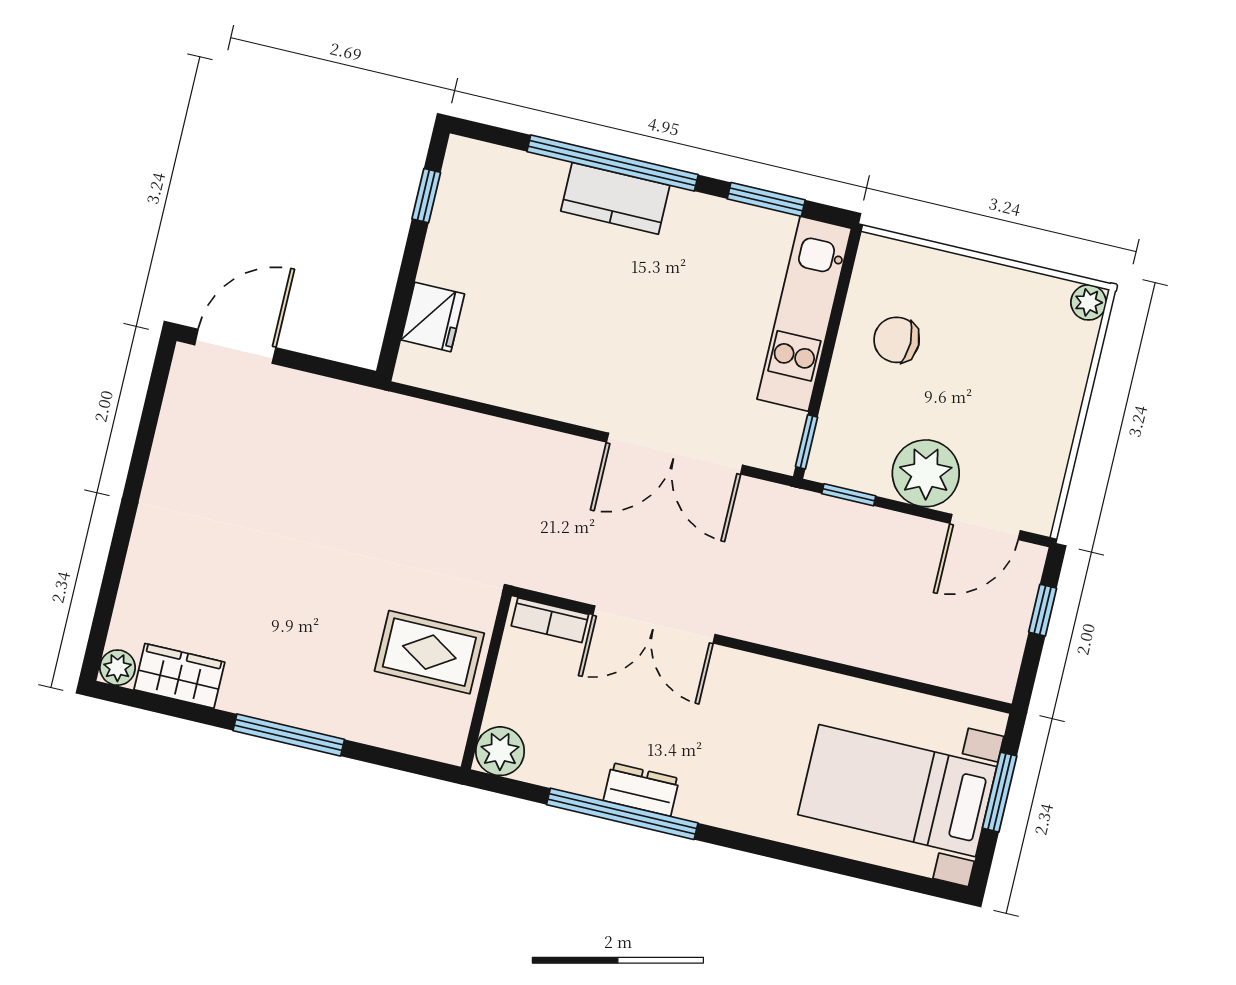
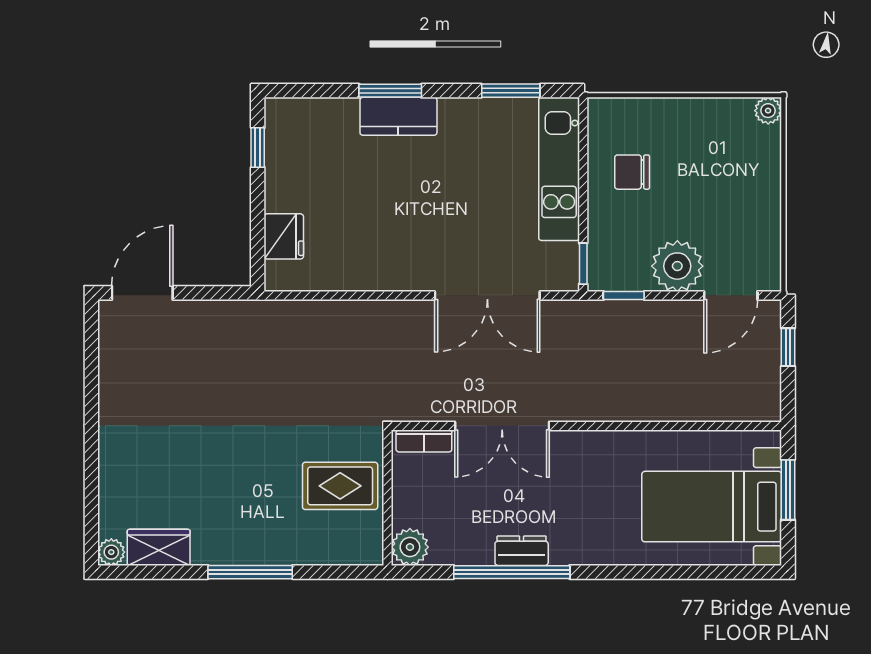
window: (613, 163) -> (390, 91), width x0.47

